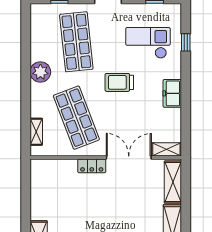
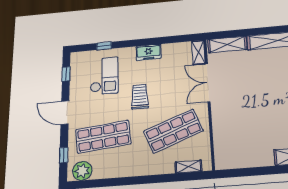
checkout: (148, 43) -> (104, 76), turned 180
plant: (40, 72) -> (82, 171), moved
trolley: (119, 82) -> (140, 97), turned 180
locker: (92, 166) -> (218, 114), removed

